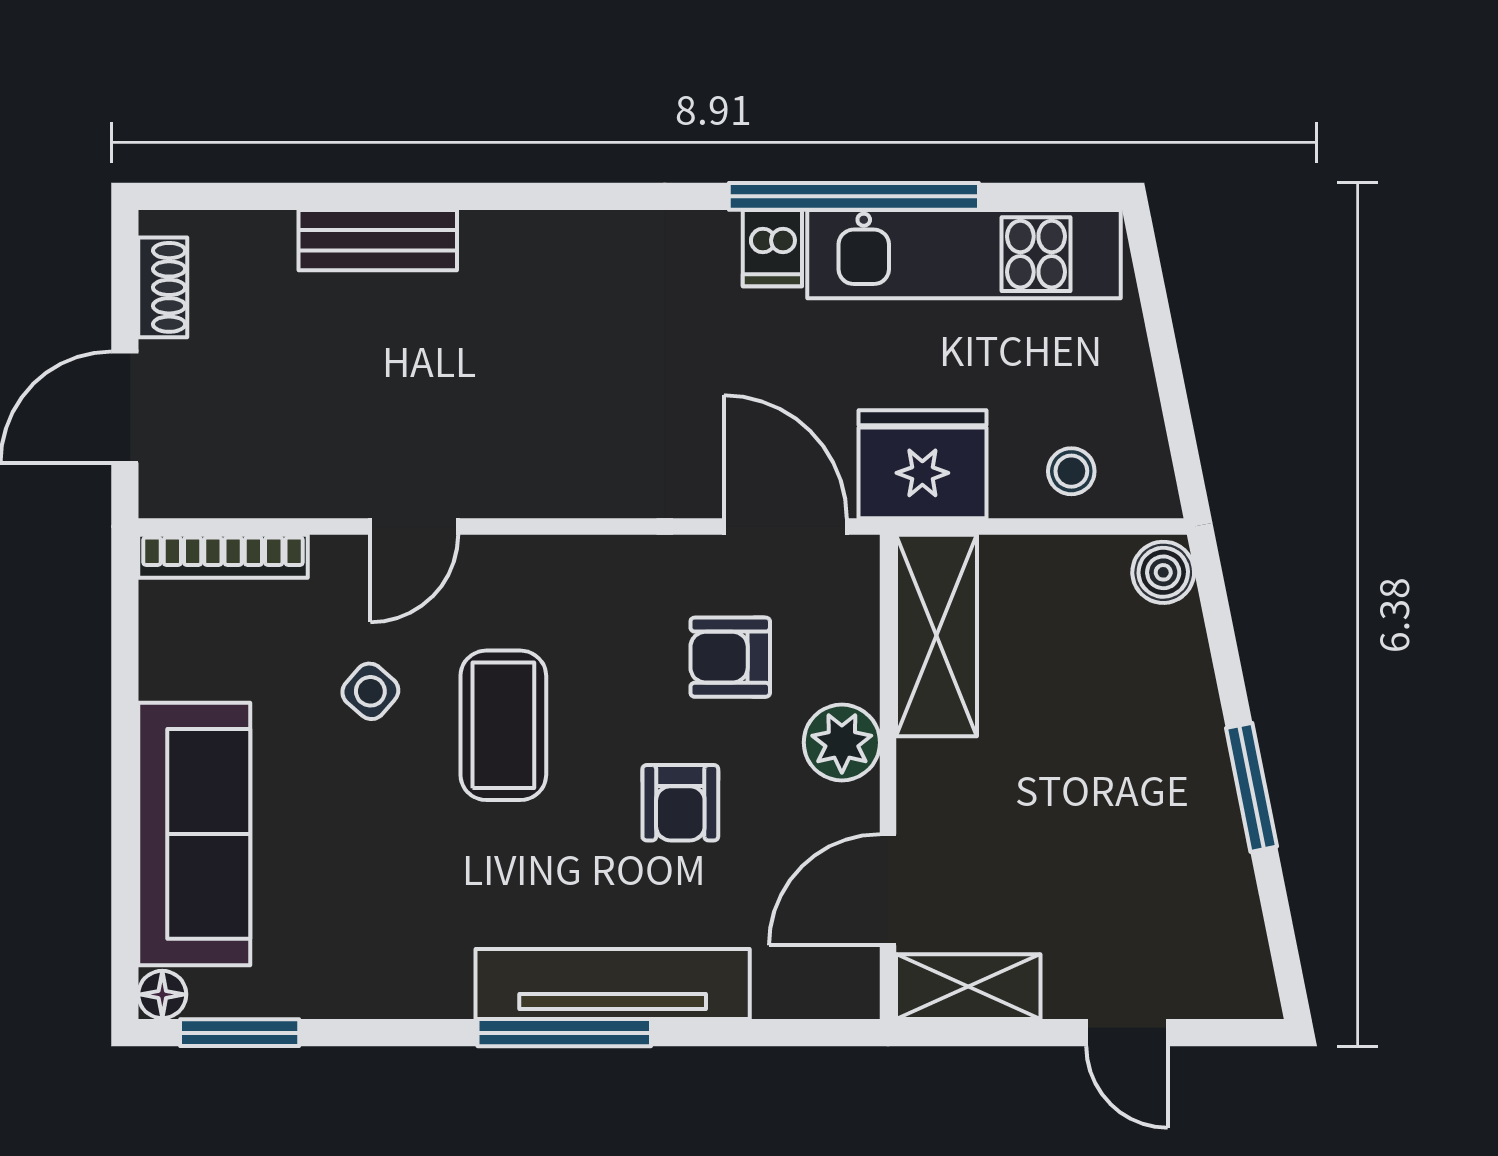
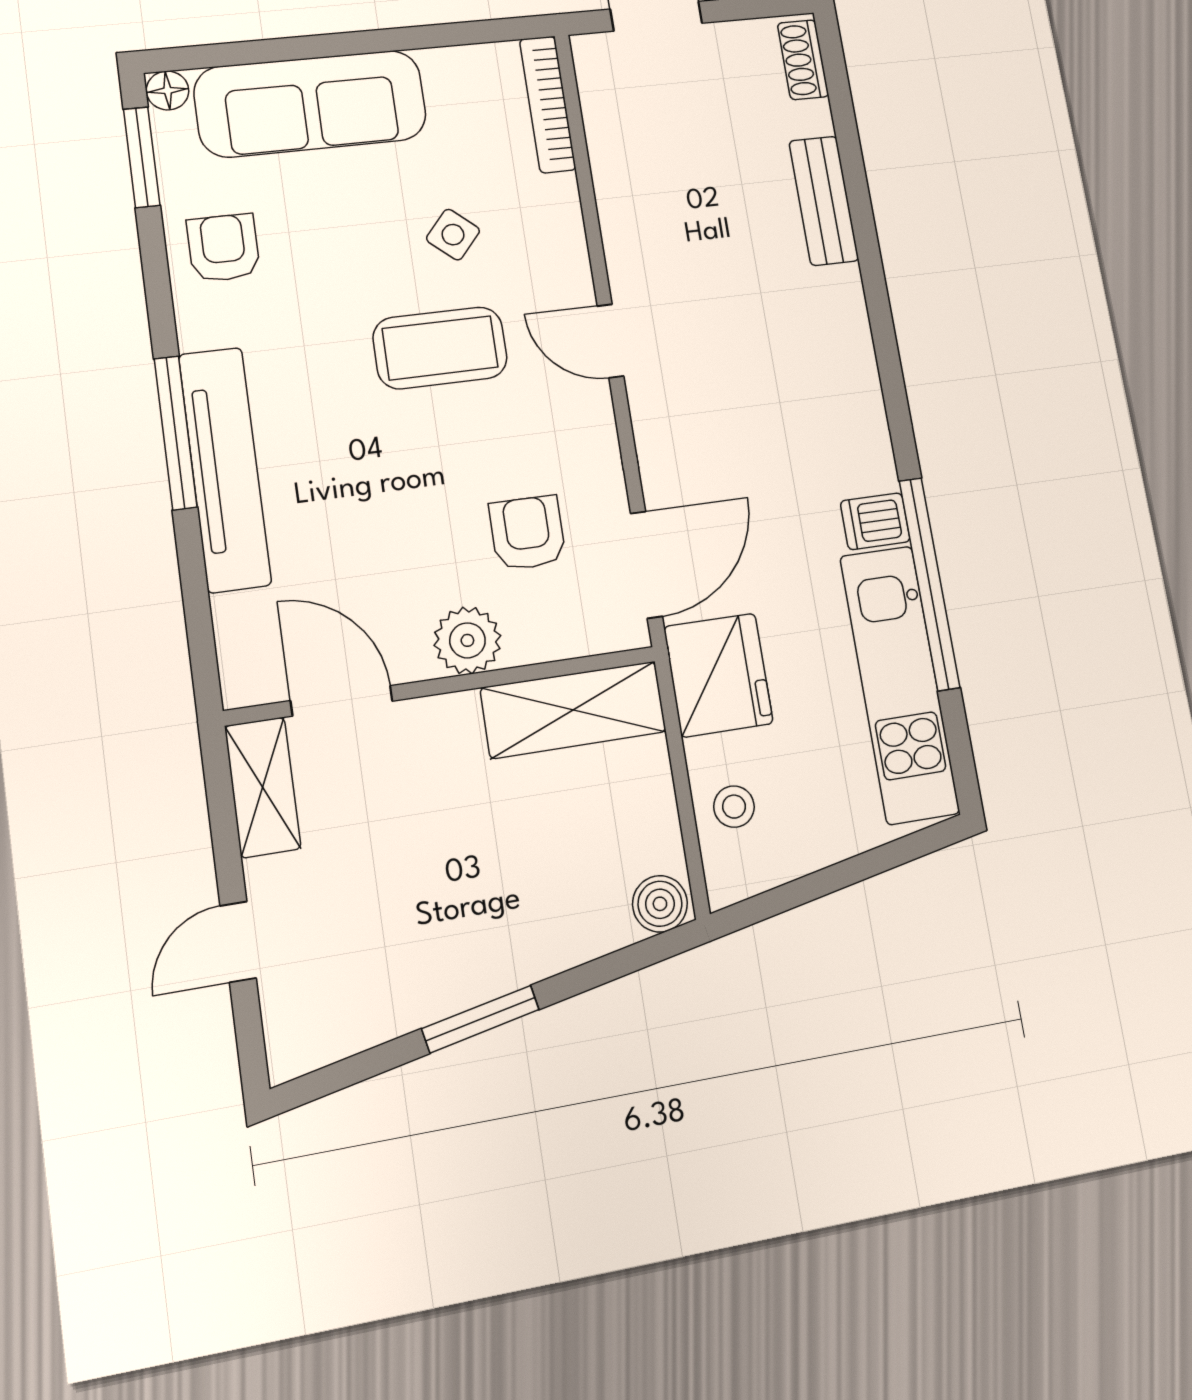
shoe rack: (163, 287) -> (803, 60), moved, turned 90
door: (414, 527) -> (611, 341), moved
armchair: (680, 803) -> (223, 248), moved, turned 90

